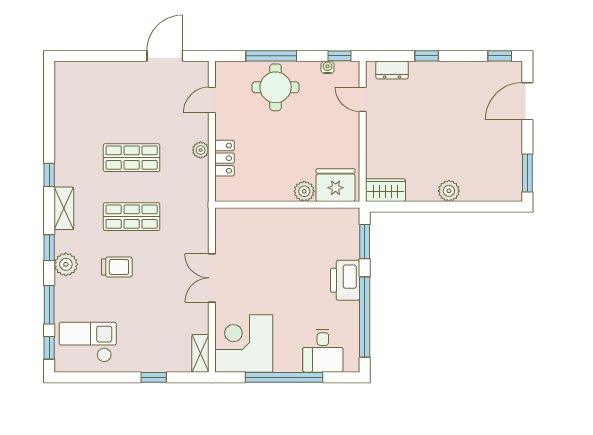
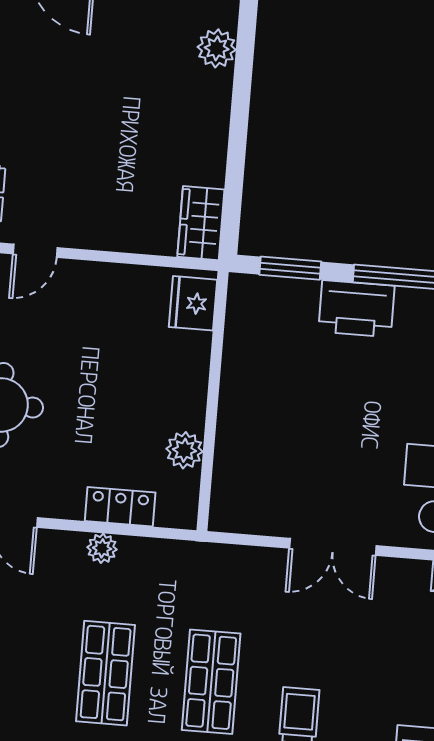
fridge: (336, 185) -> (193, 303), width x0.73, depth x0.75
plant: (304, 191) -> (184, 450), moved
plant: (449, 191) -> (217, 48), moved

